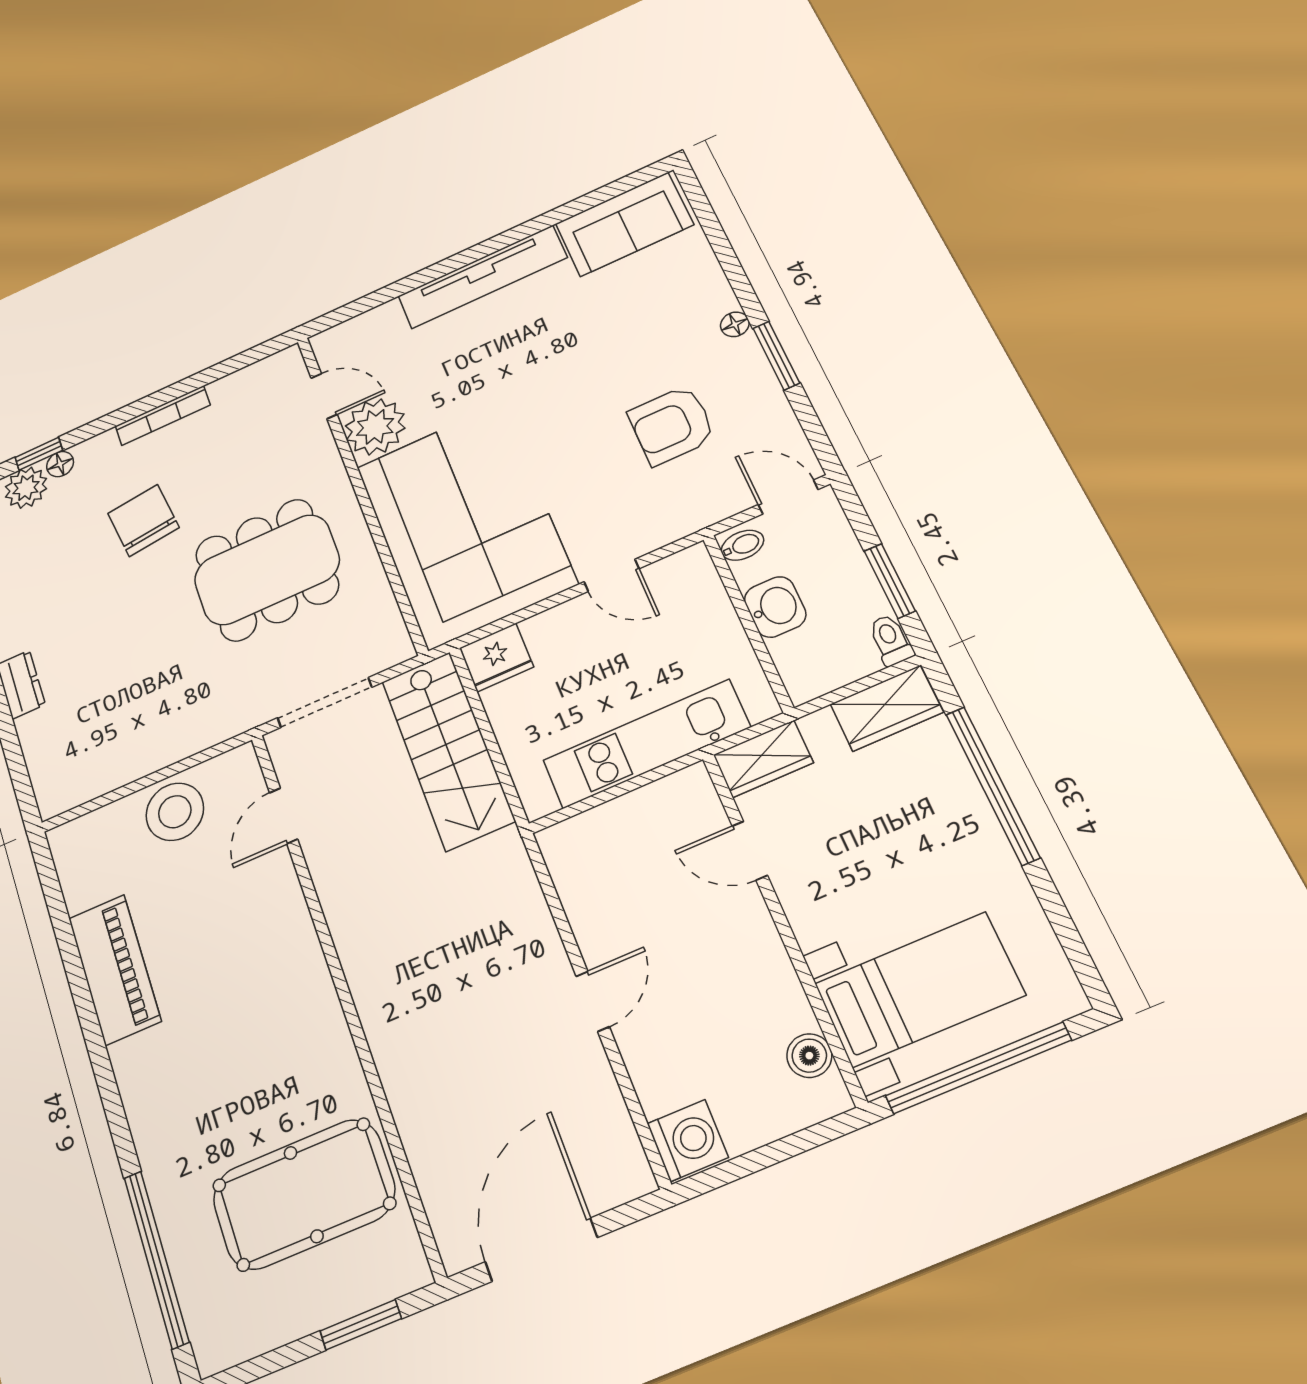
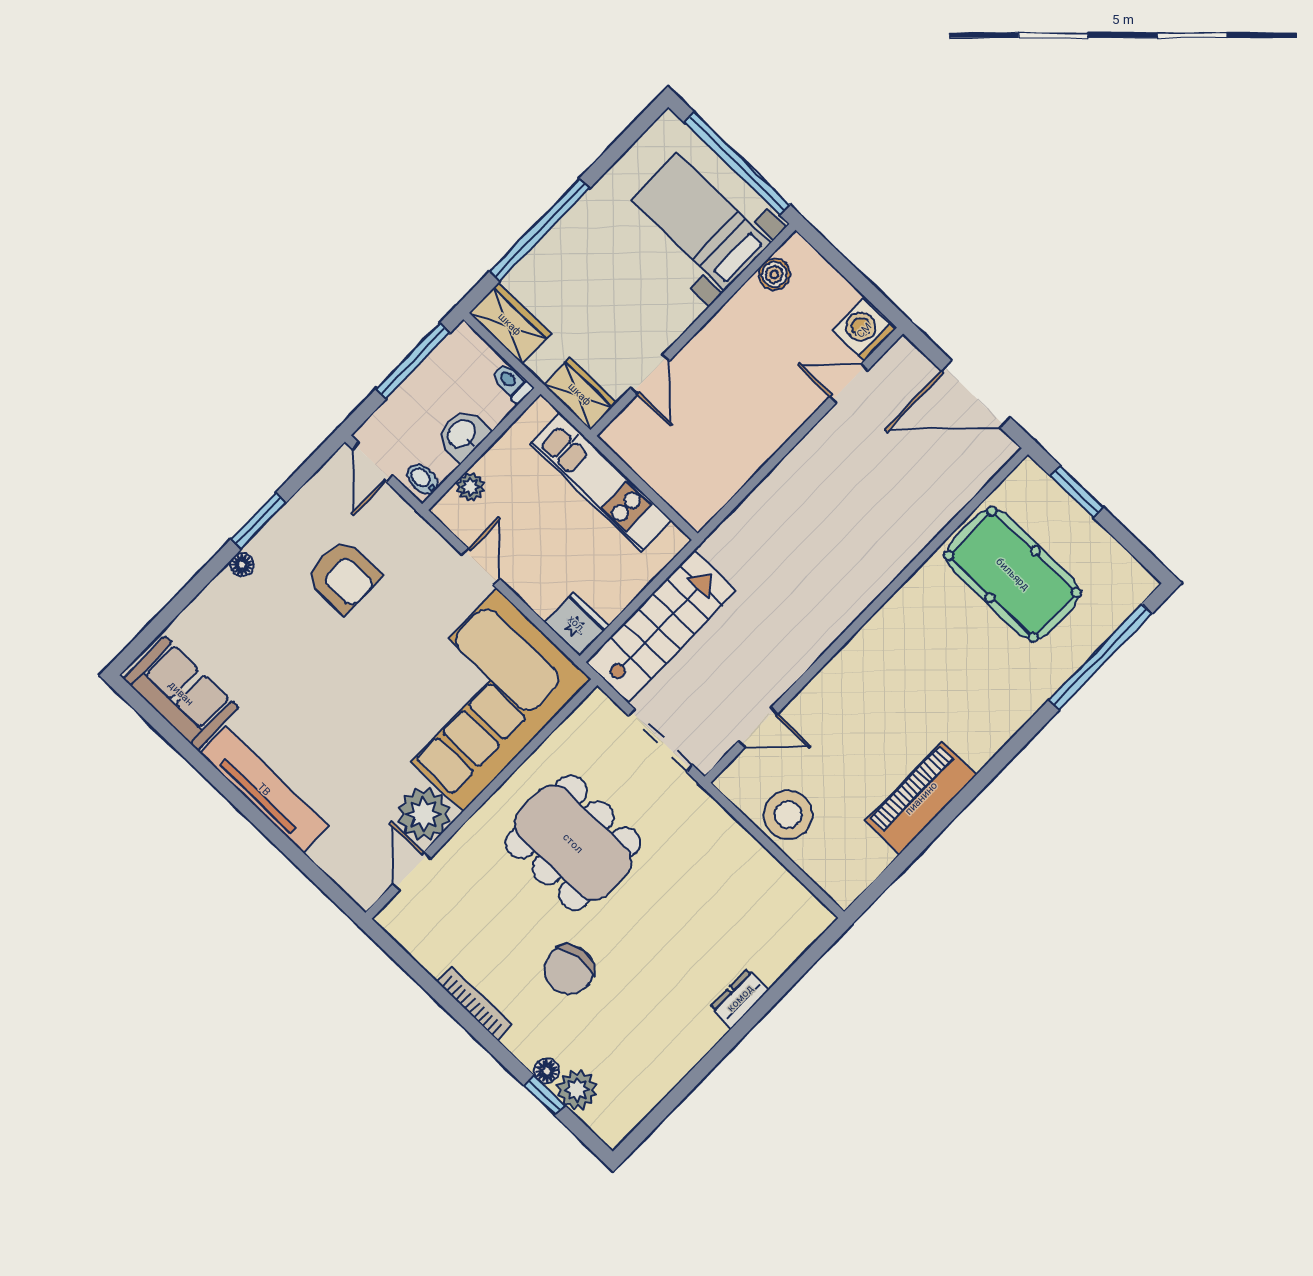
window: (890, 581) -> (413, 361), width x1.44
plant: (709, 595) -> (470, 487), added
toilet: (891, 640) -> (512, 383), moved, turned 90
door: (593, 1001) -> (849, 384), moved

